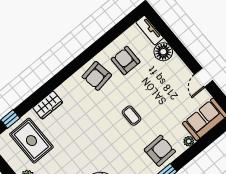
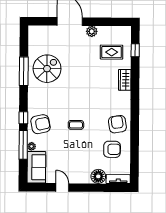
rug: (31, 141) -> (112, 52), width x0.73, depth x0.70
armchair: (160, 151) -> (40, 124), turned -100
window: (194, 151) -> (23, 145), added

